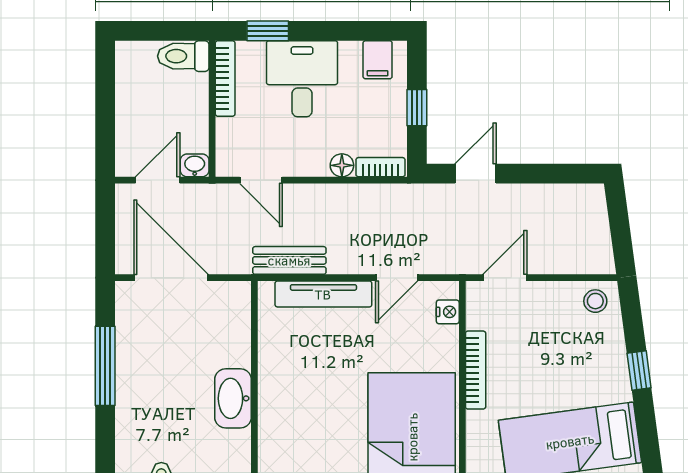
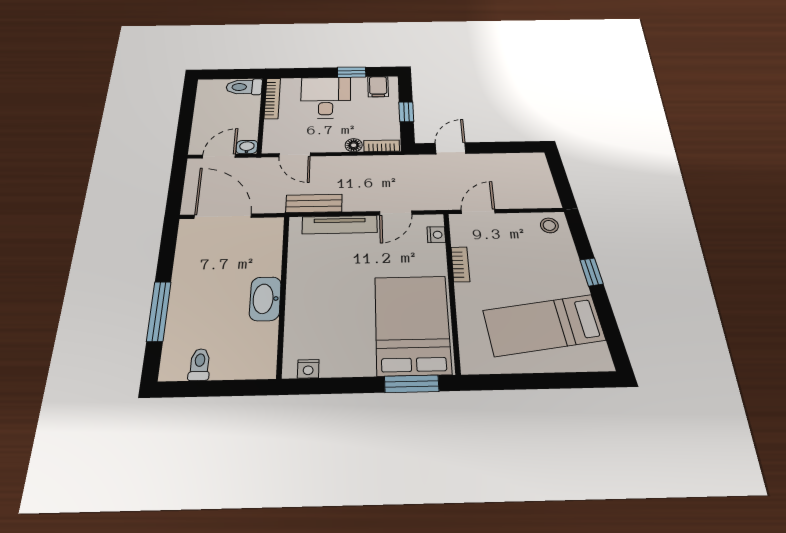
window: (268, 31) -> (352, 72), moved
window: (105, 366) -> (159, 311), moved
bookcase: (476, 370) -> (460, 264), width x0.64

